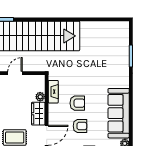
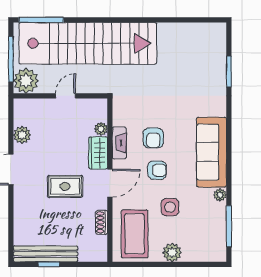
fireplace: (53, 92) -> (119, 143), moved
armchair: (77, 103) -> (153, 138), turned 90

